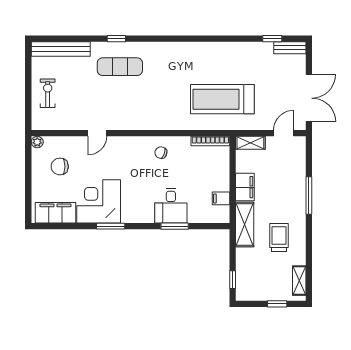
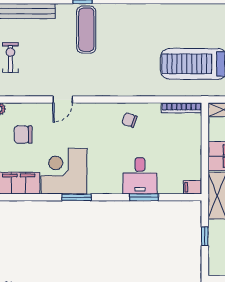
exercise mat: (120, 67) -> (86, 30), turned 90
filing cabinet: (221, 198) -> (193, 187), moved
window: (233, 280) -> (205, 236), moved

